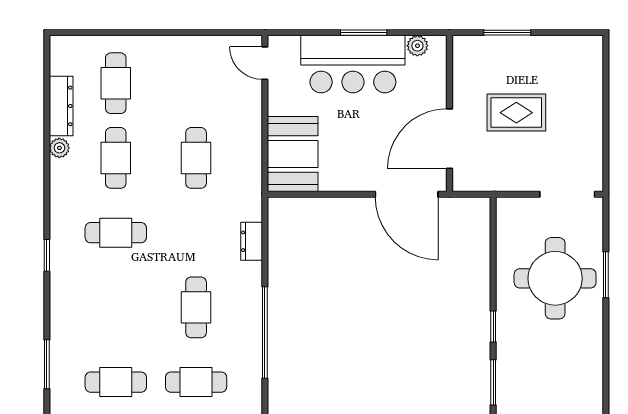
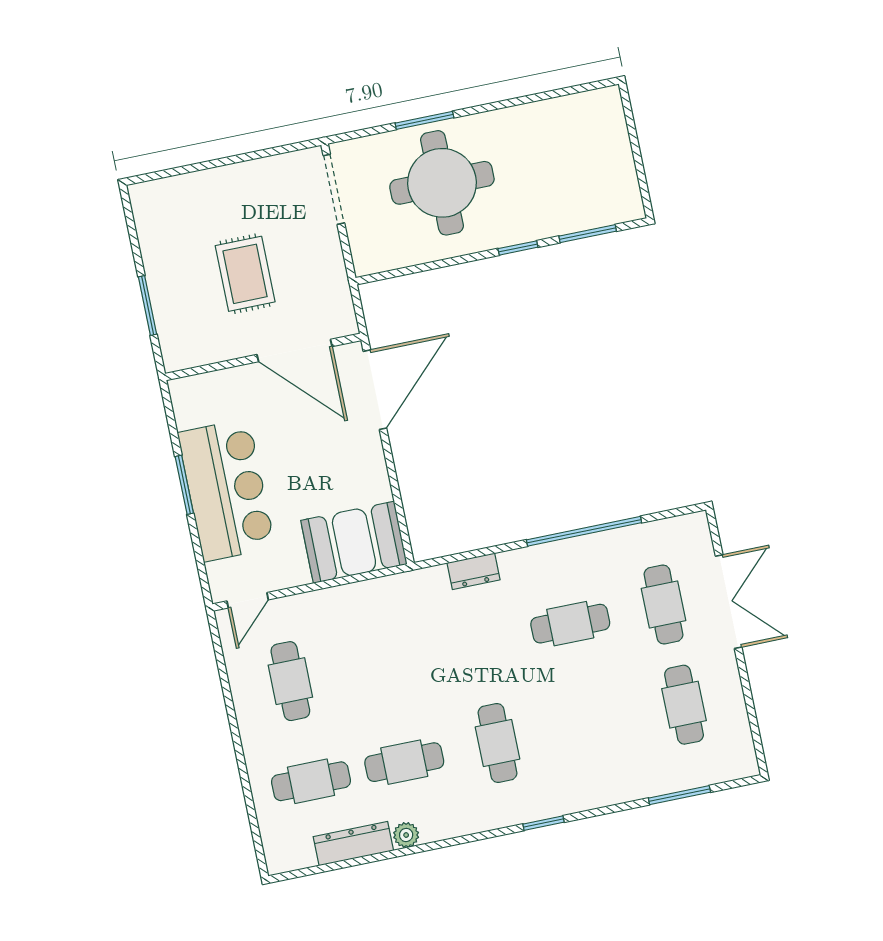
plant: (417, 46) -> (187, 414), removed
cafe table: (196, 158) -> (290, 681), moved, turned 90

